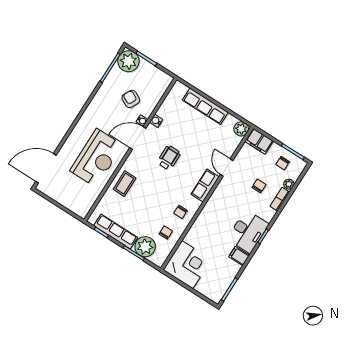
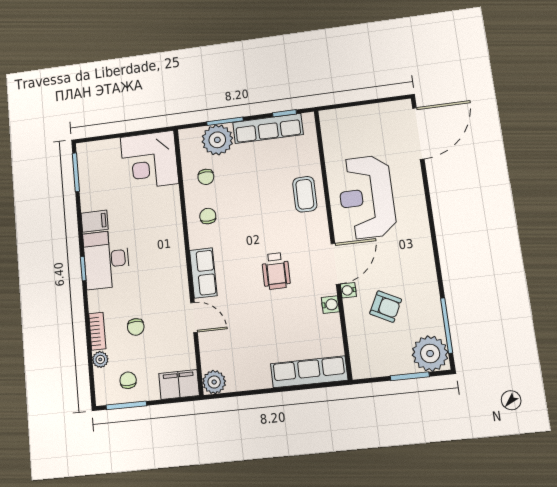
row of seats: (205, 106) -> (309, 372), moved

